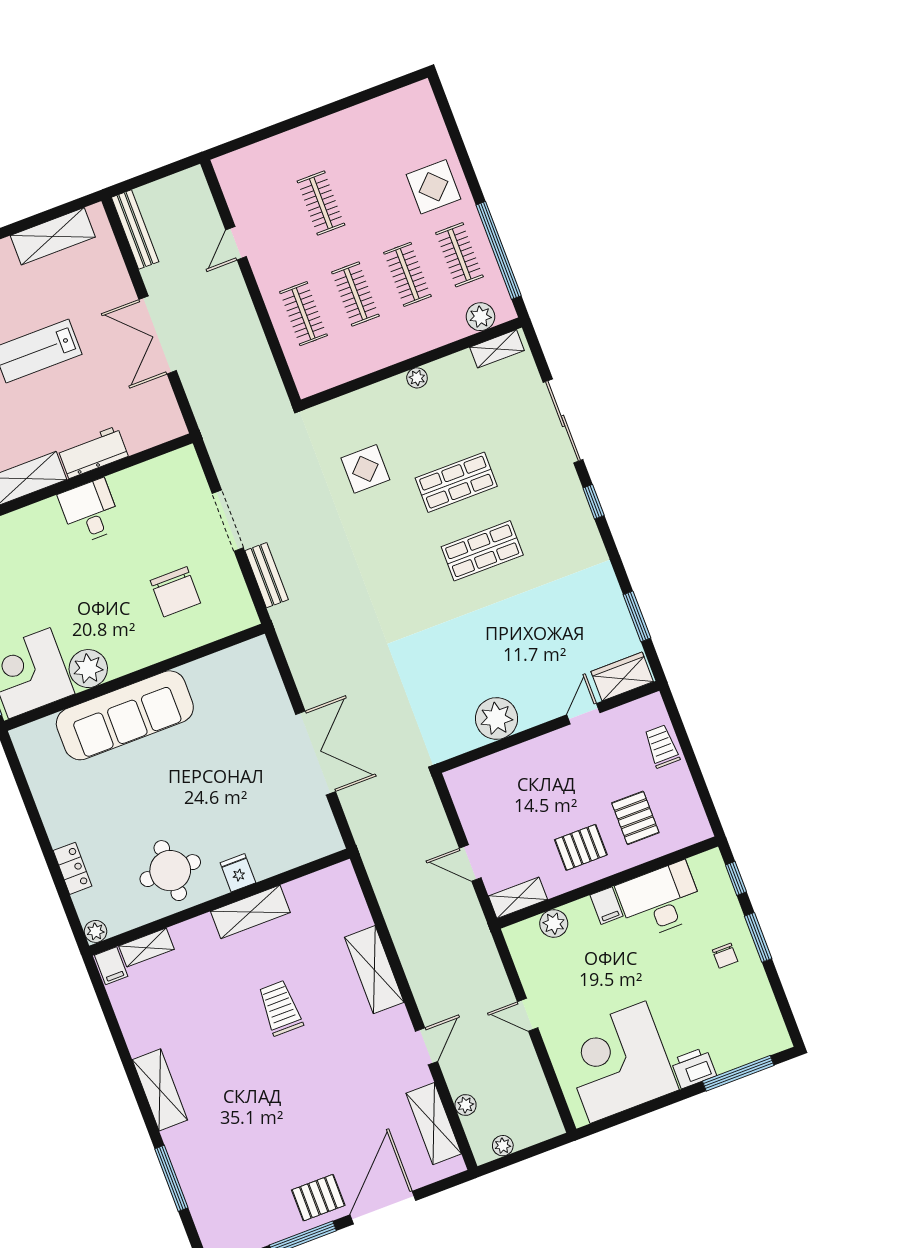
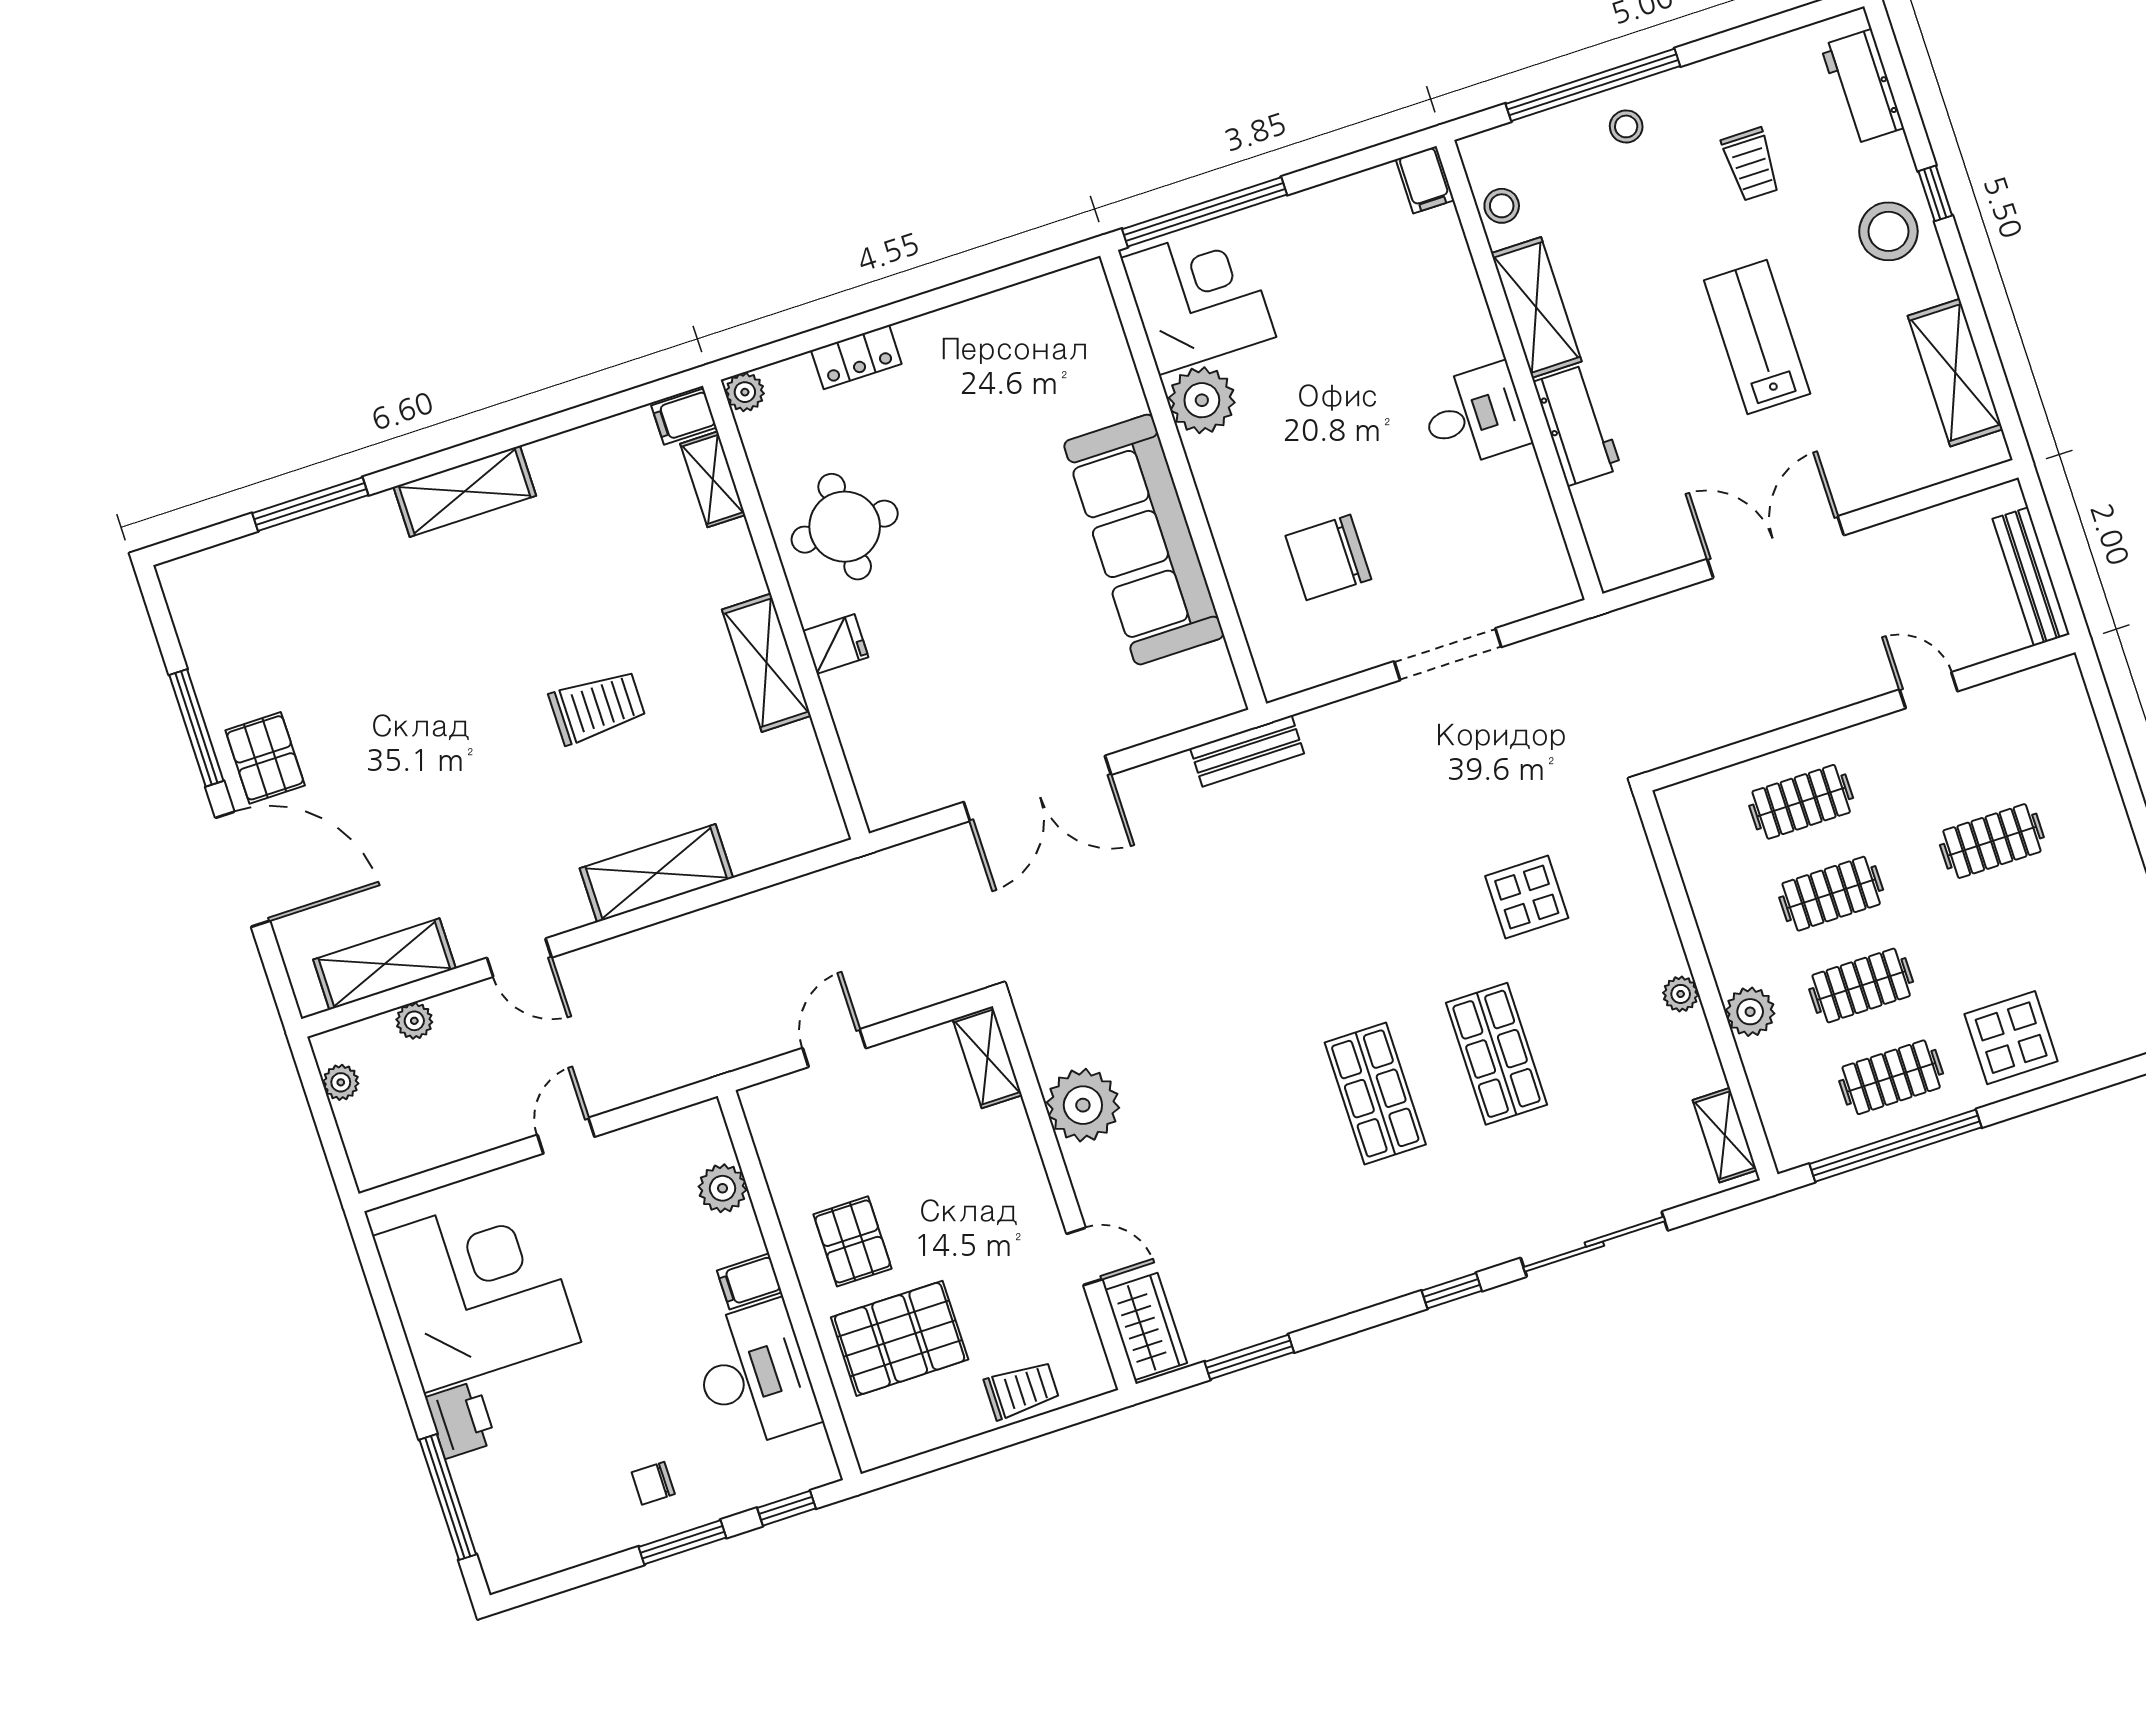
bench: (135, 229) -> (2031, 577), moved, turned 90
plant: (480, 317) -> (1750, 1012), moved
bench: (267, 575) -> (1247, 751), moved
sofa: (125, 715) -> (1144, 540), moved
pallet: (635, 818) -> (900, 1338), width x1.50, depth x1.42
shelving: (518, 898) -> (987, 1057), moved

